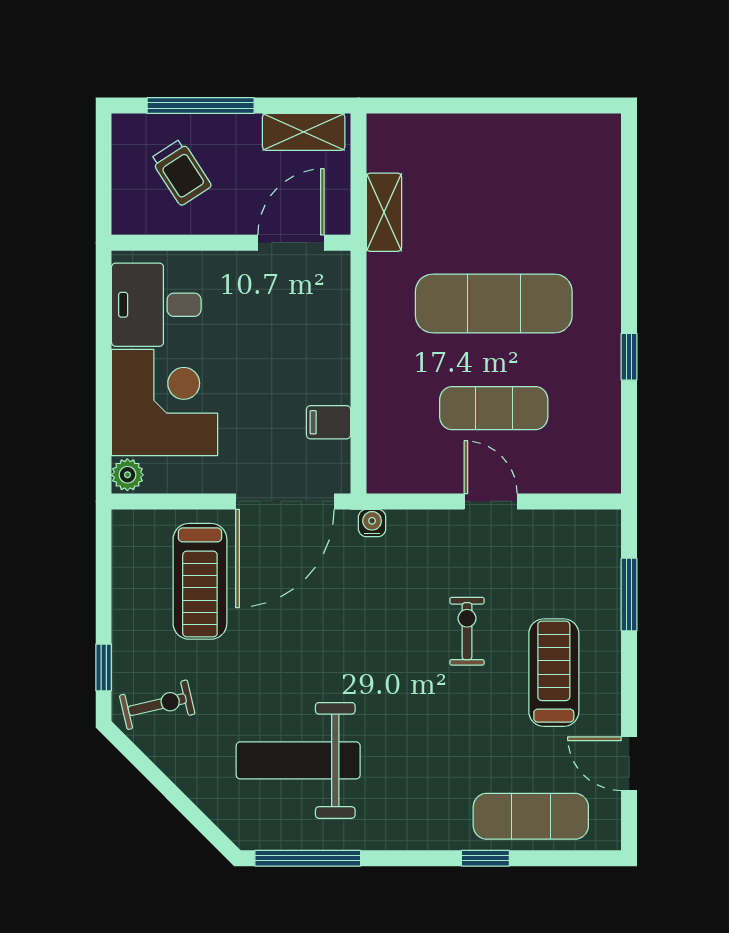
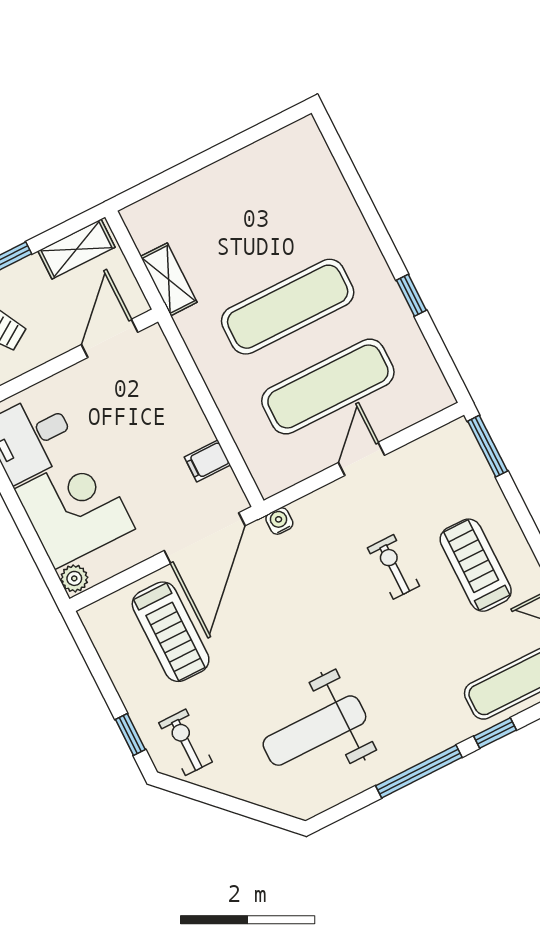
exercise mat: (494, 408) -> (328, 387), width x1.36, depth x1.45
door: (491, 501) -> (362, 459), hinge flipped
window: (629, 595) -> (488, 446), moved
exercise bike: (157, 705) -> (186, 742), turned -77
window: (308, 858) -> (419, 771), moved

